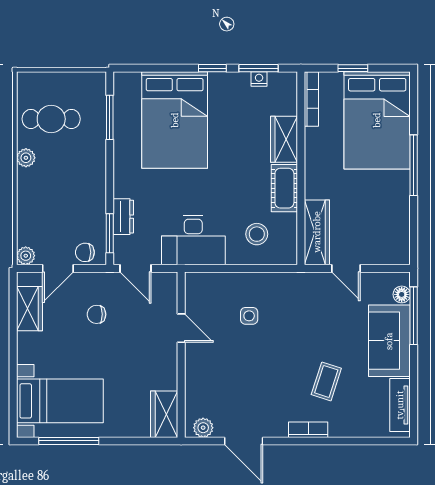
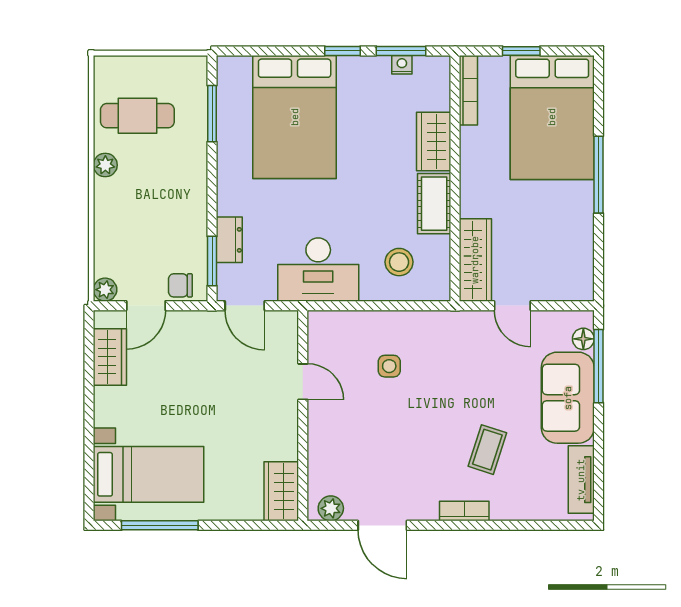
chair: (97, 314) -> (195, 364), removed

